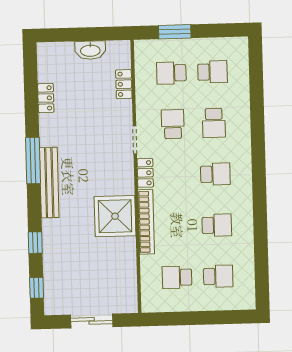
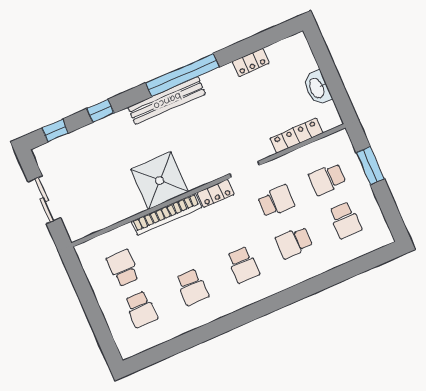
school desk: (171, 73) -> (327, 179), turned -90
locker: (124, 84) -> (297, 136), width x1.53
window: (33, 160) -> (182, 75), width x1.46

